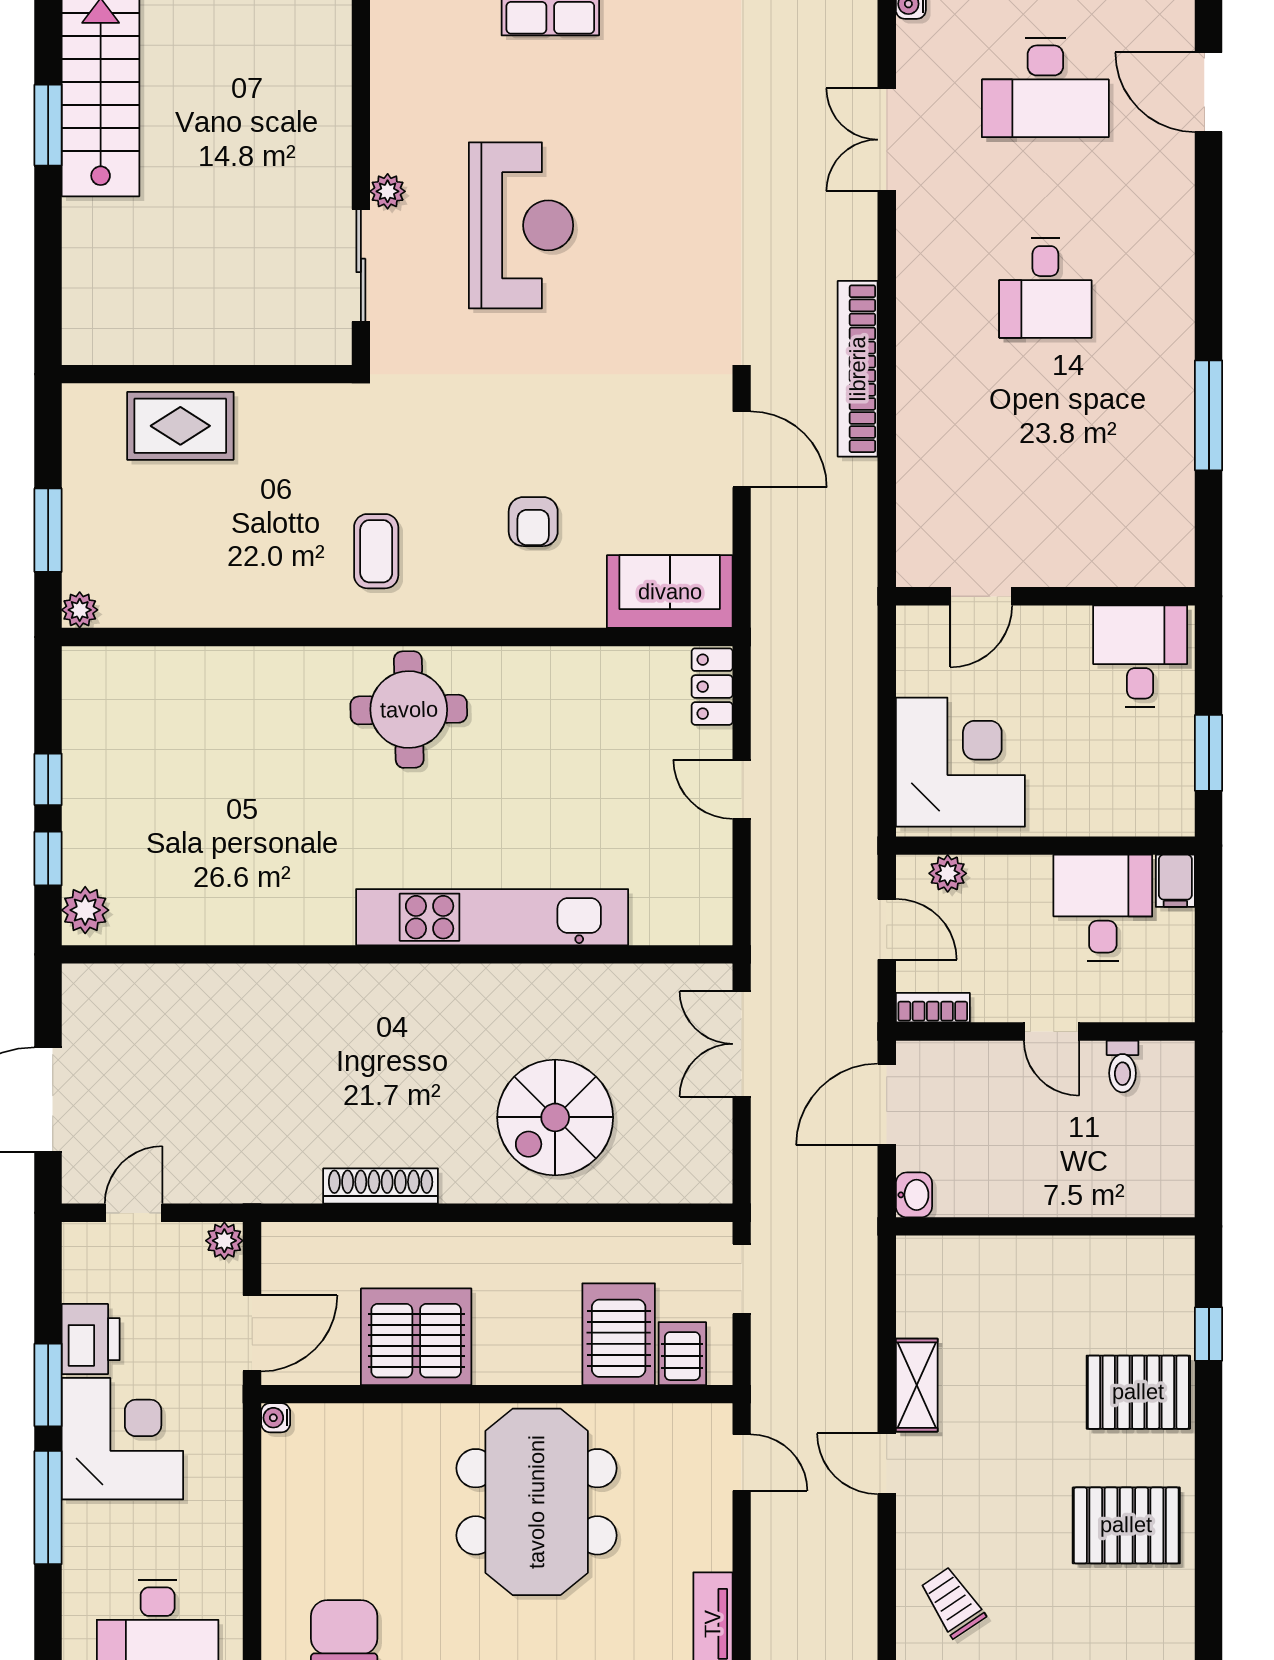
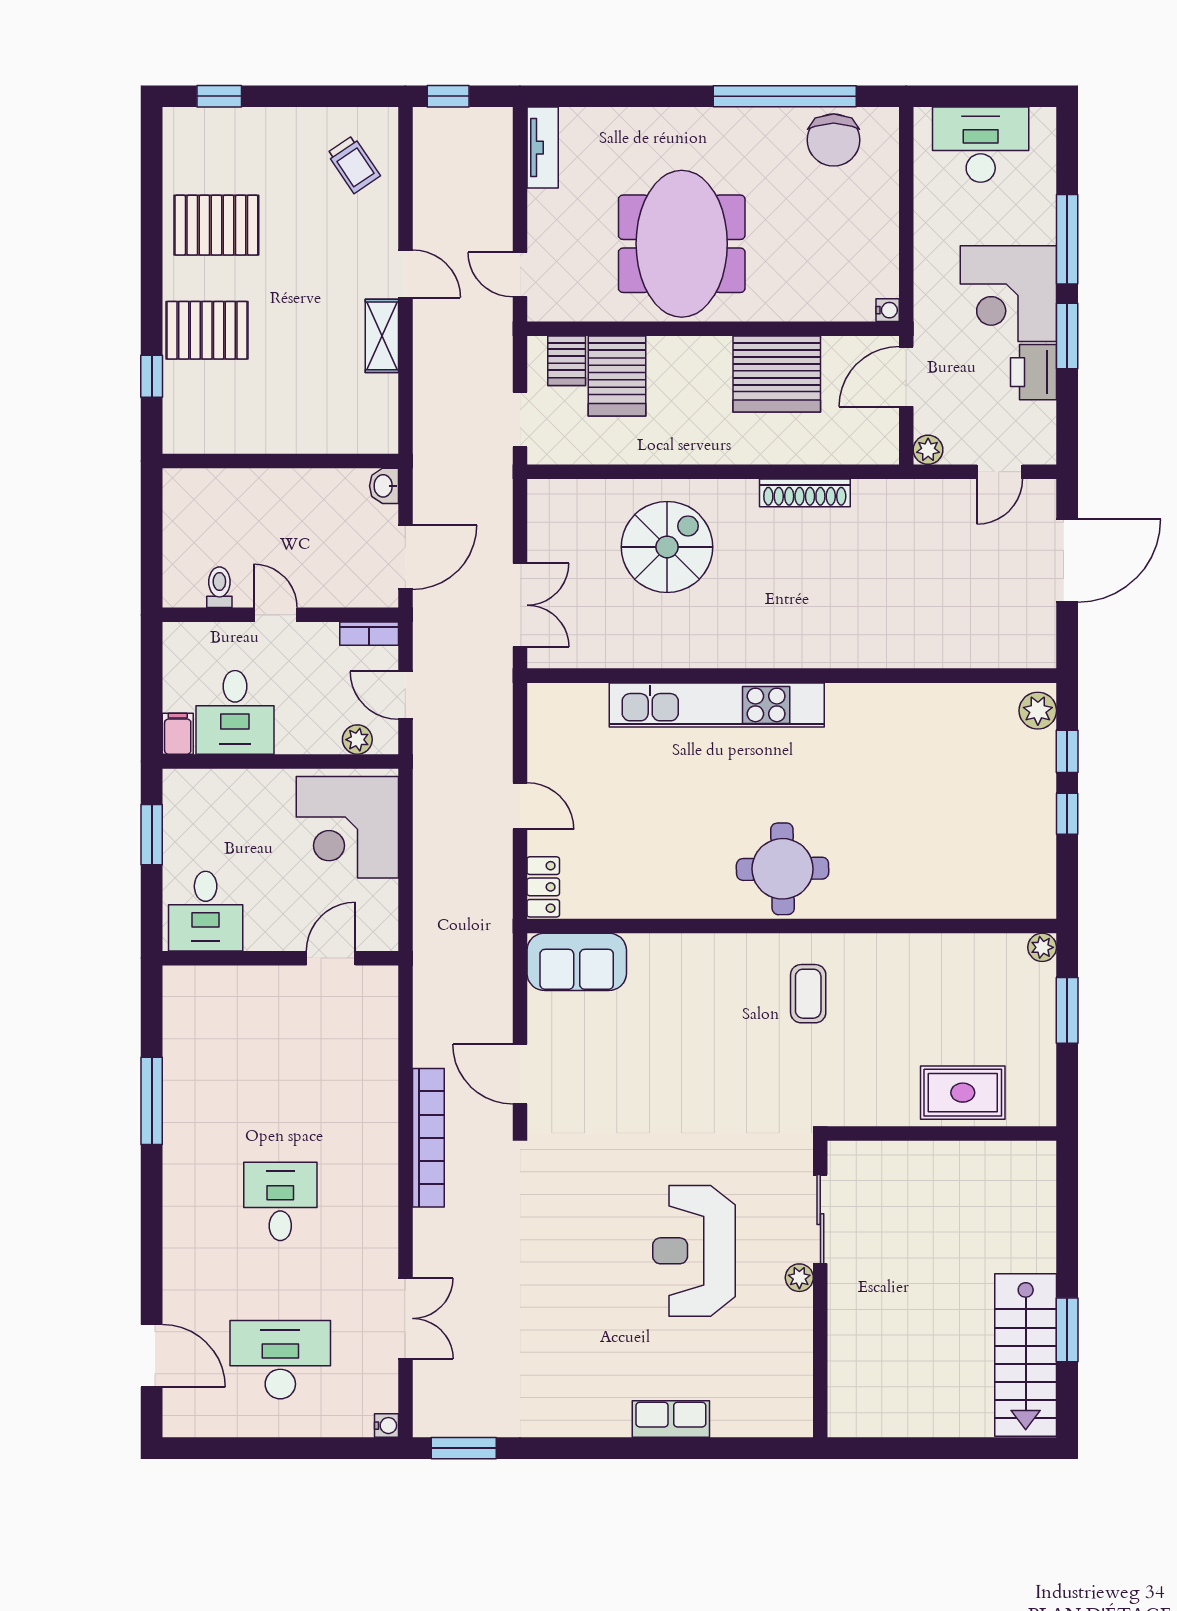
armchair: (533, 522) -> (684, 1017), removed

